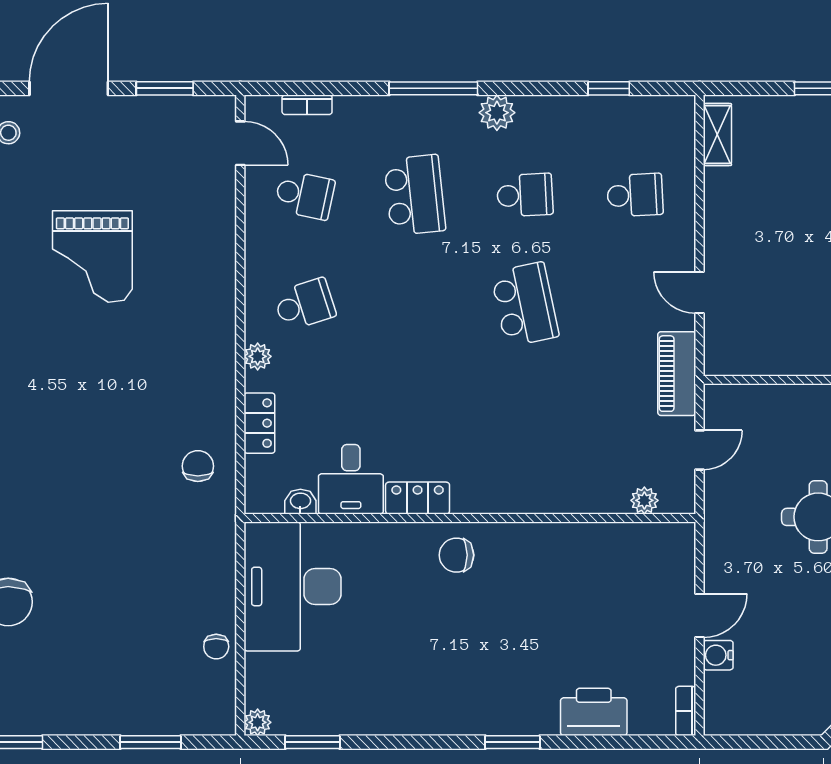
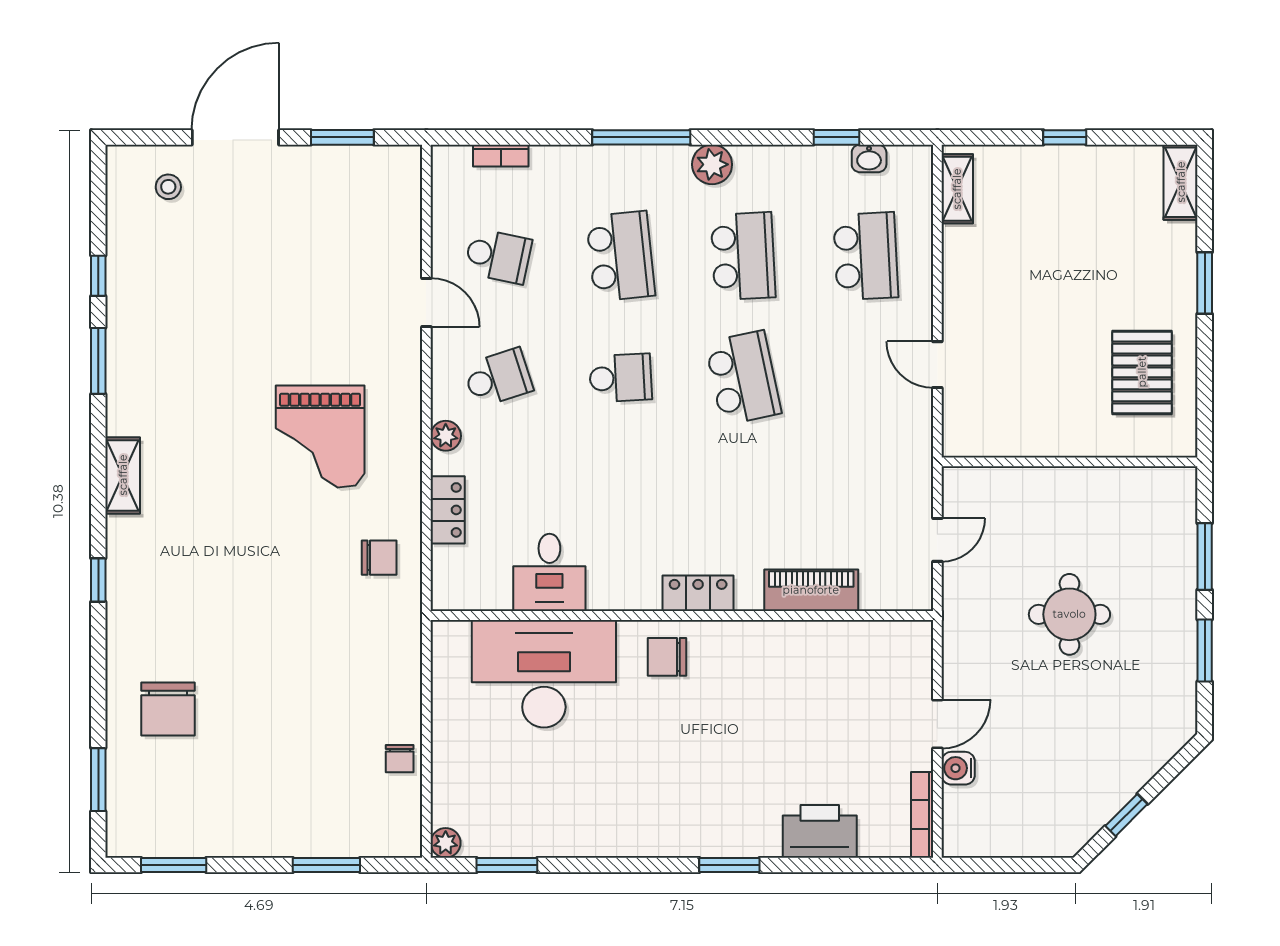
door: (240, 143) -> (426, 303), moved
school desk: (525, 195) -> (743, 256), width x1.85
school desk: (635, 195) -> (866, 256), width x1.85
grand piano: (92, 256) -> (320, 437), moved
school desk: (415, 304) -> (621, 378), added
piano: (677, 374) -> (811, 590), moved, turned 90
chair: (198, 466) -> (379, 558), turned 90
locker: (418, 498) -> (698, 593), moved
plant: (644, 500) -> (876, 596), removed
washbasin: (300, 502) -> (869, 158), moved, turned 180
desk: (292, 586) -> (544, 674), moved, turned 90
bookcase: (686, 711) -> (922, 815), width x1.56

